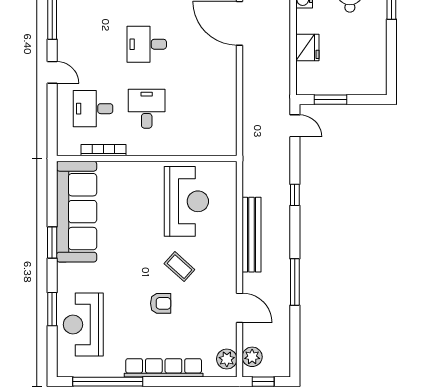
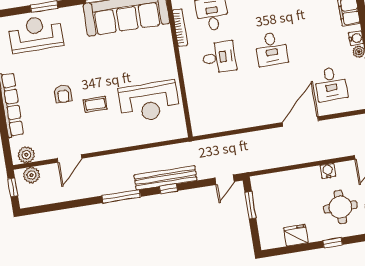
desk: (147, 44) -> (271, 49), turned 180
fridge: (307, 47) -> (296, 235), moved, turned 180
bench: (252, 235) -> (165, 178), moved
coffee table: (179, 267) -> (95, 104), turned 48
window: (295, 282) -> (121, 196), moved

